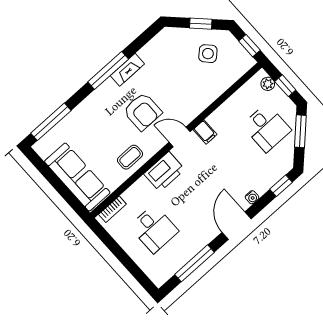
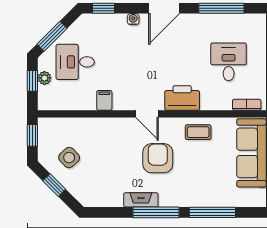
plant: (268, 84) -> (44, 78), moved
window: (51, 122) -> (212, 212), moved
desk: (267, 128) -> (75, 62), turned -90
filing cabinet: (205, 132) -> (104, 100), moved

